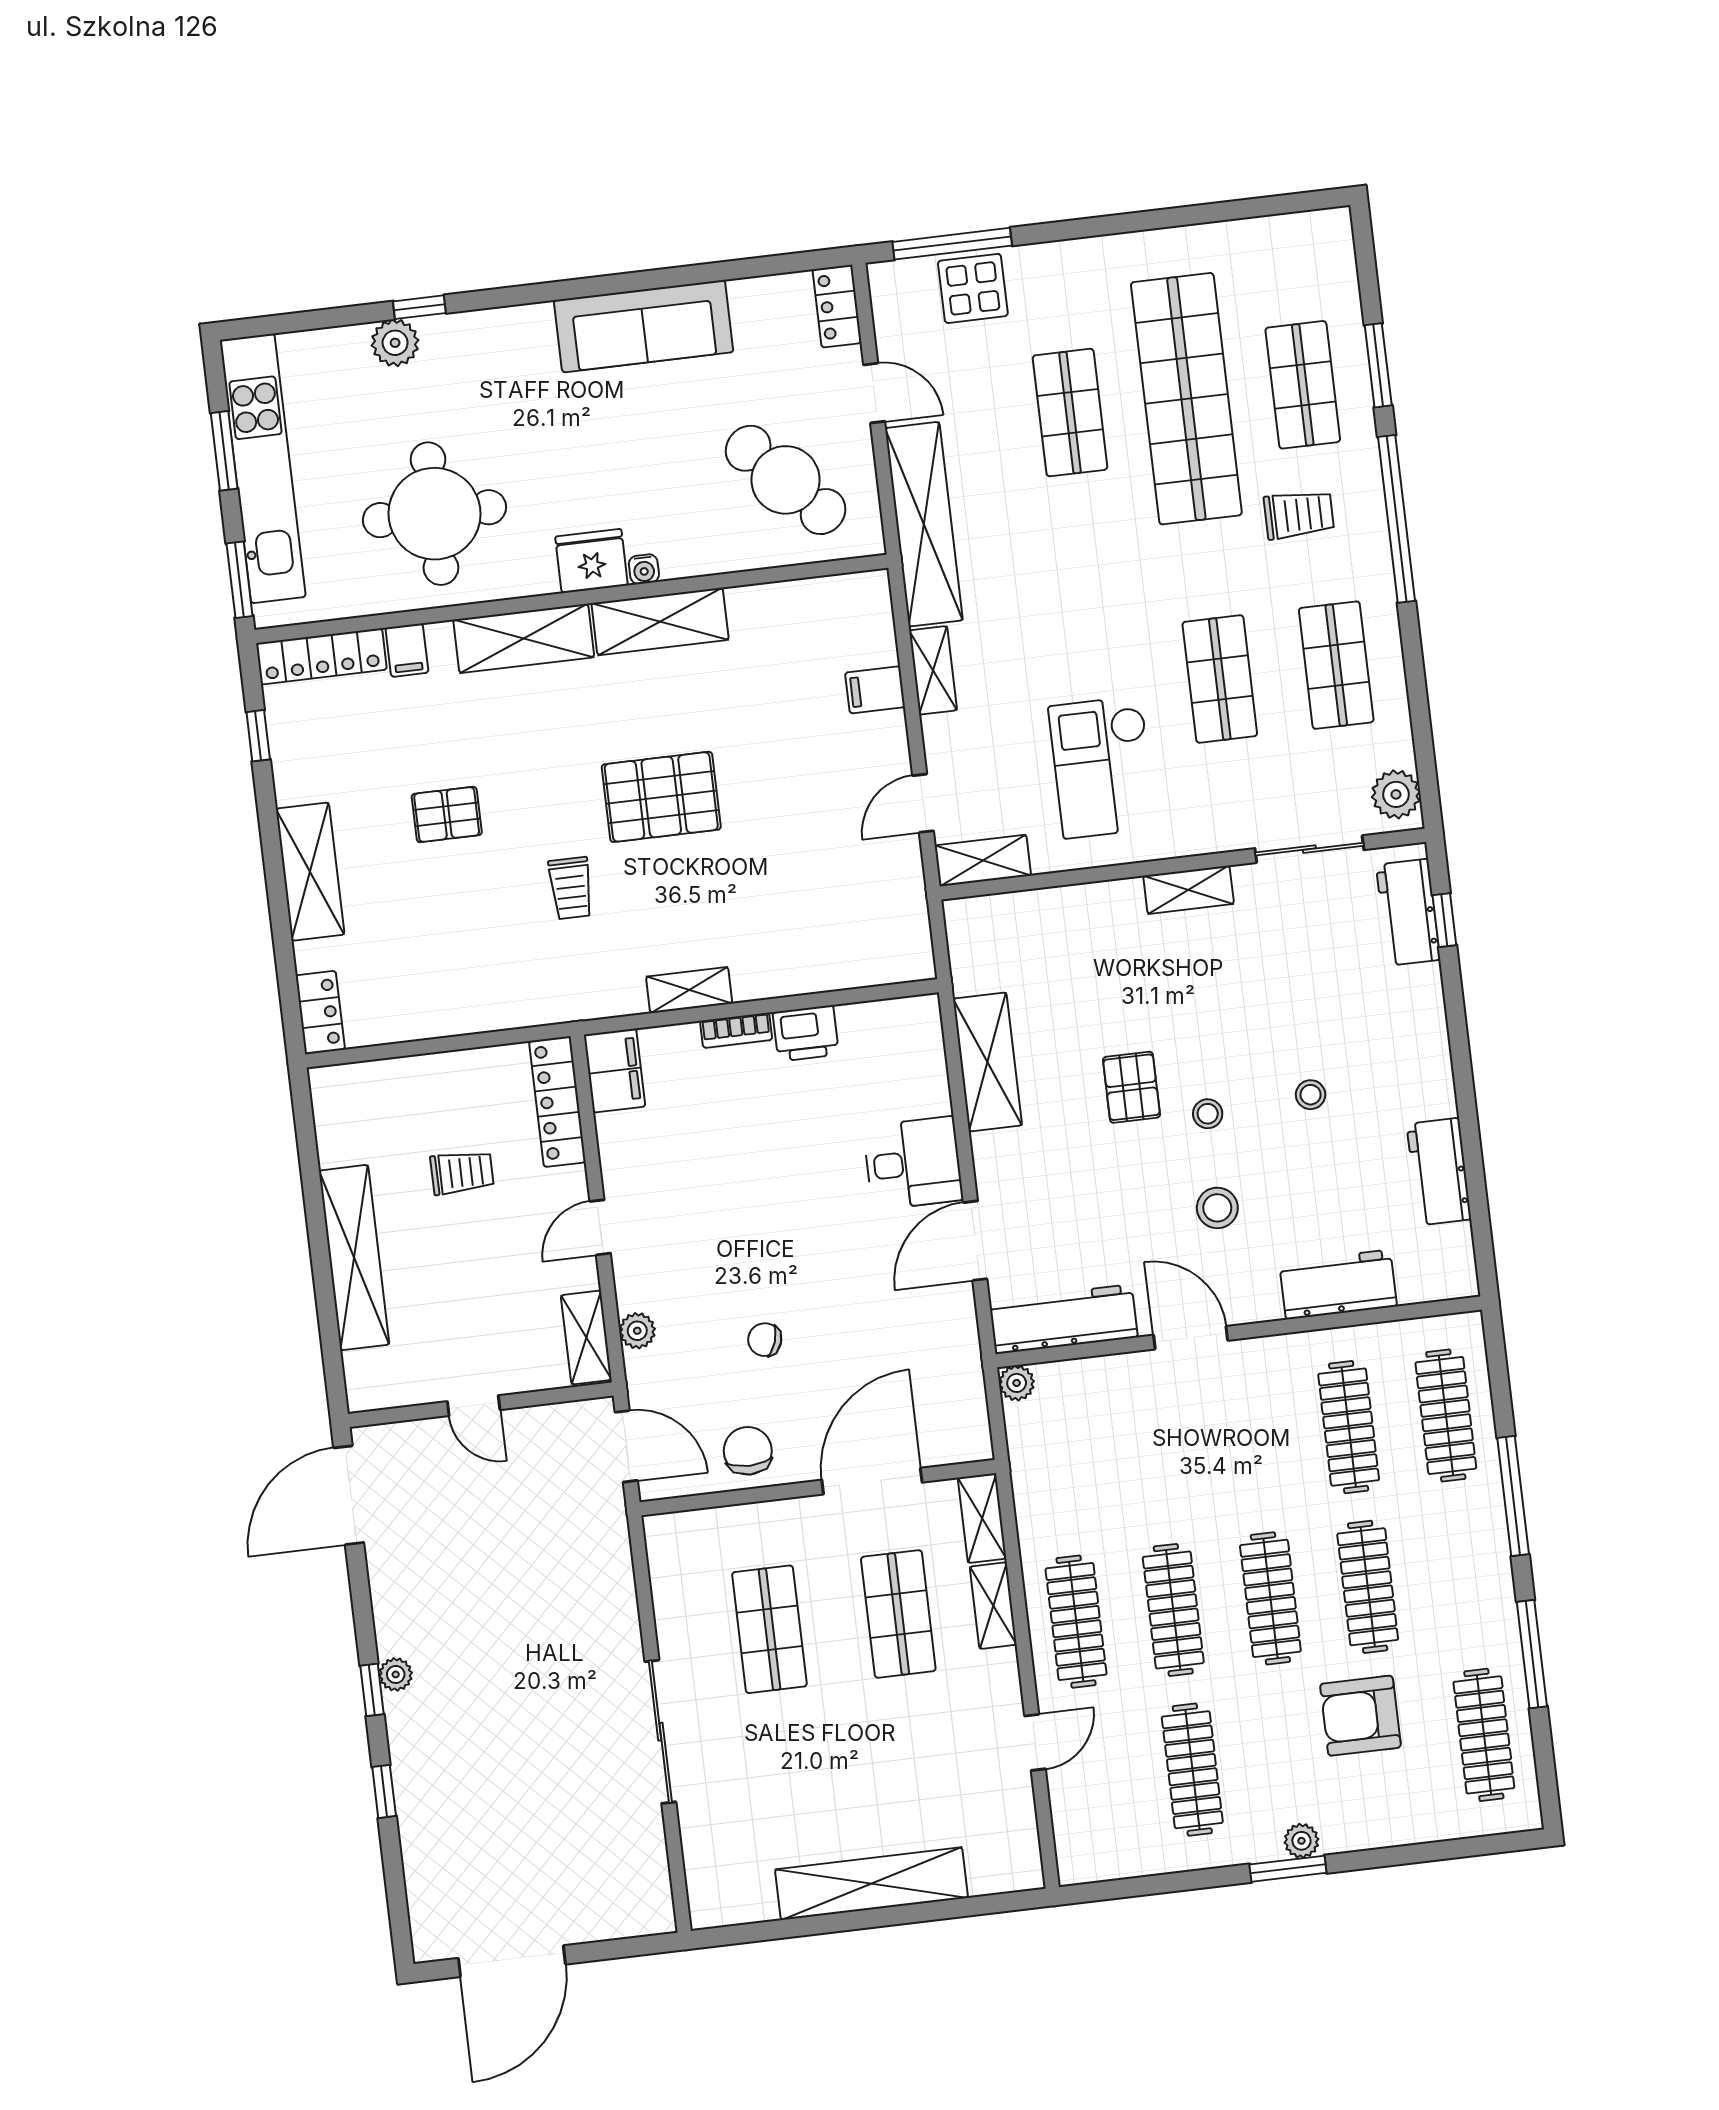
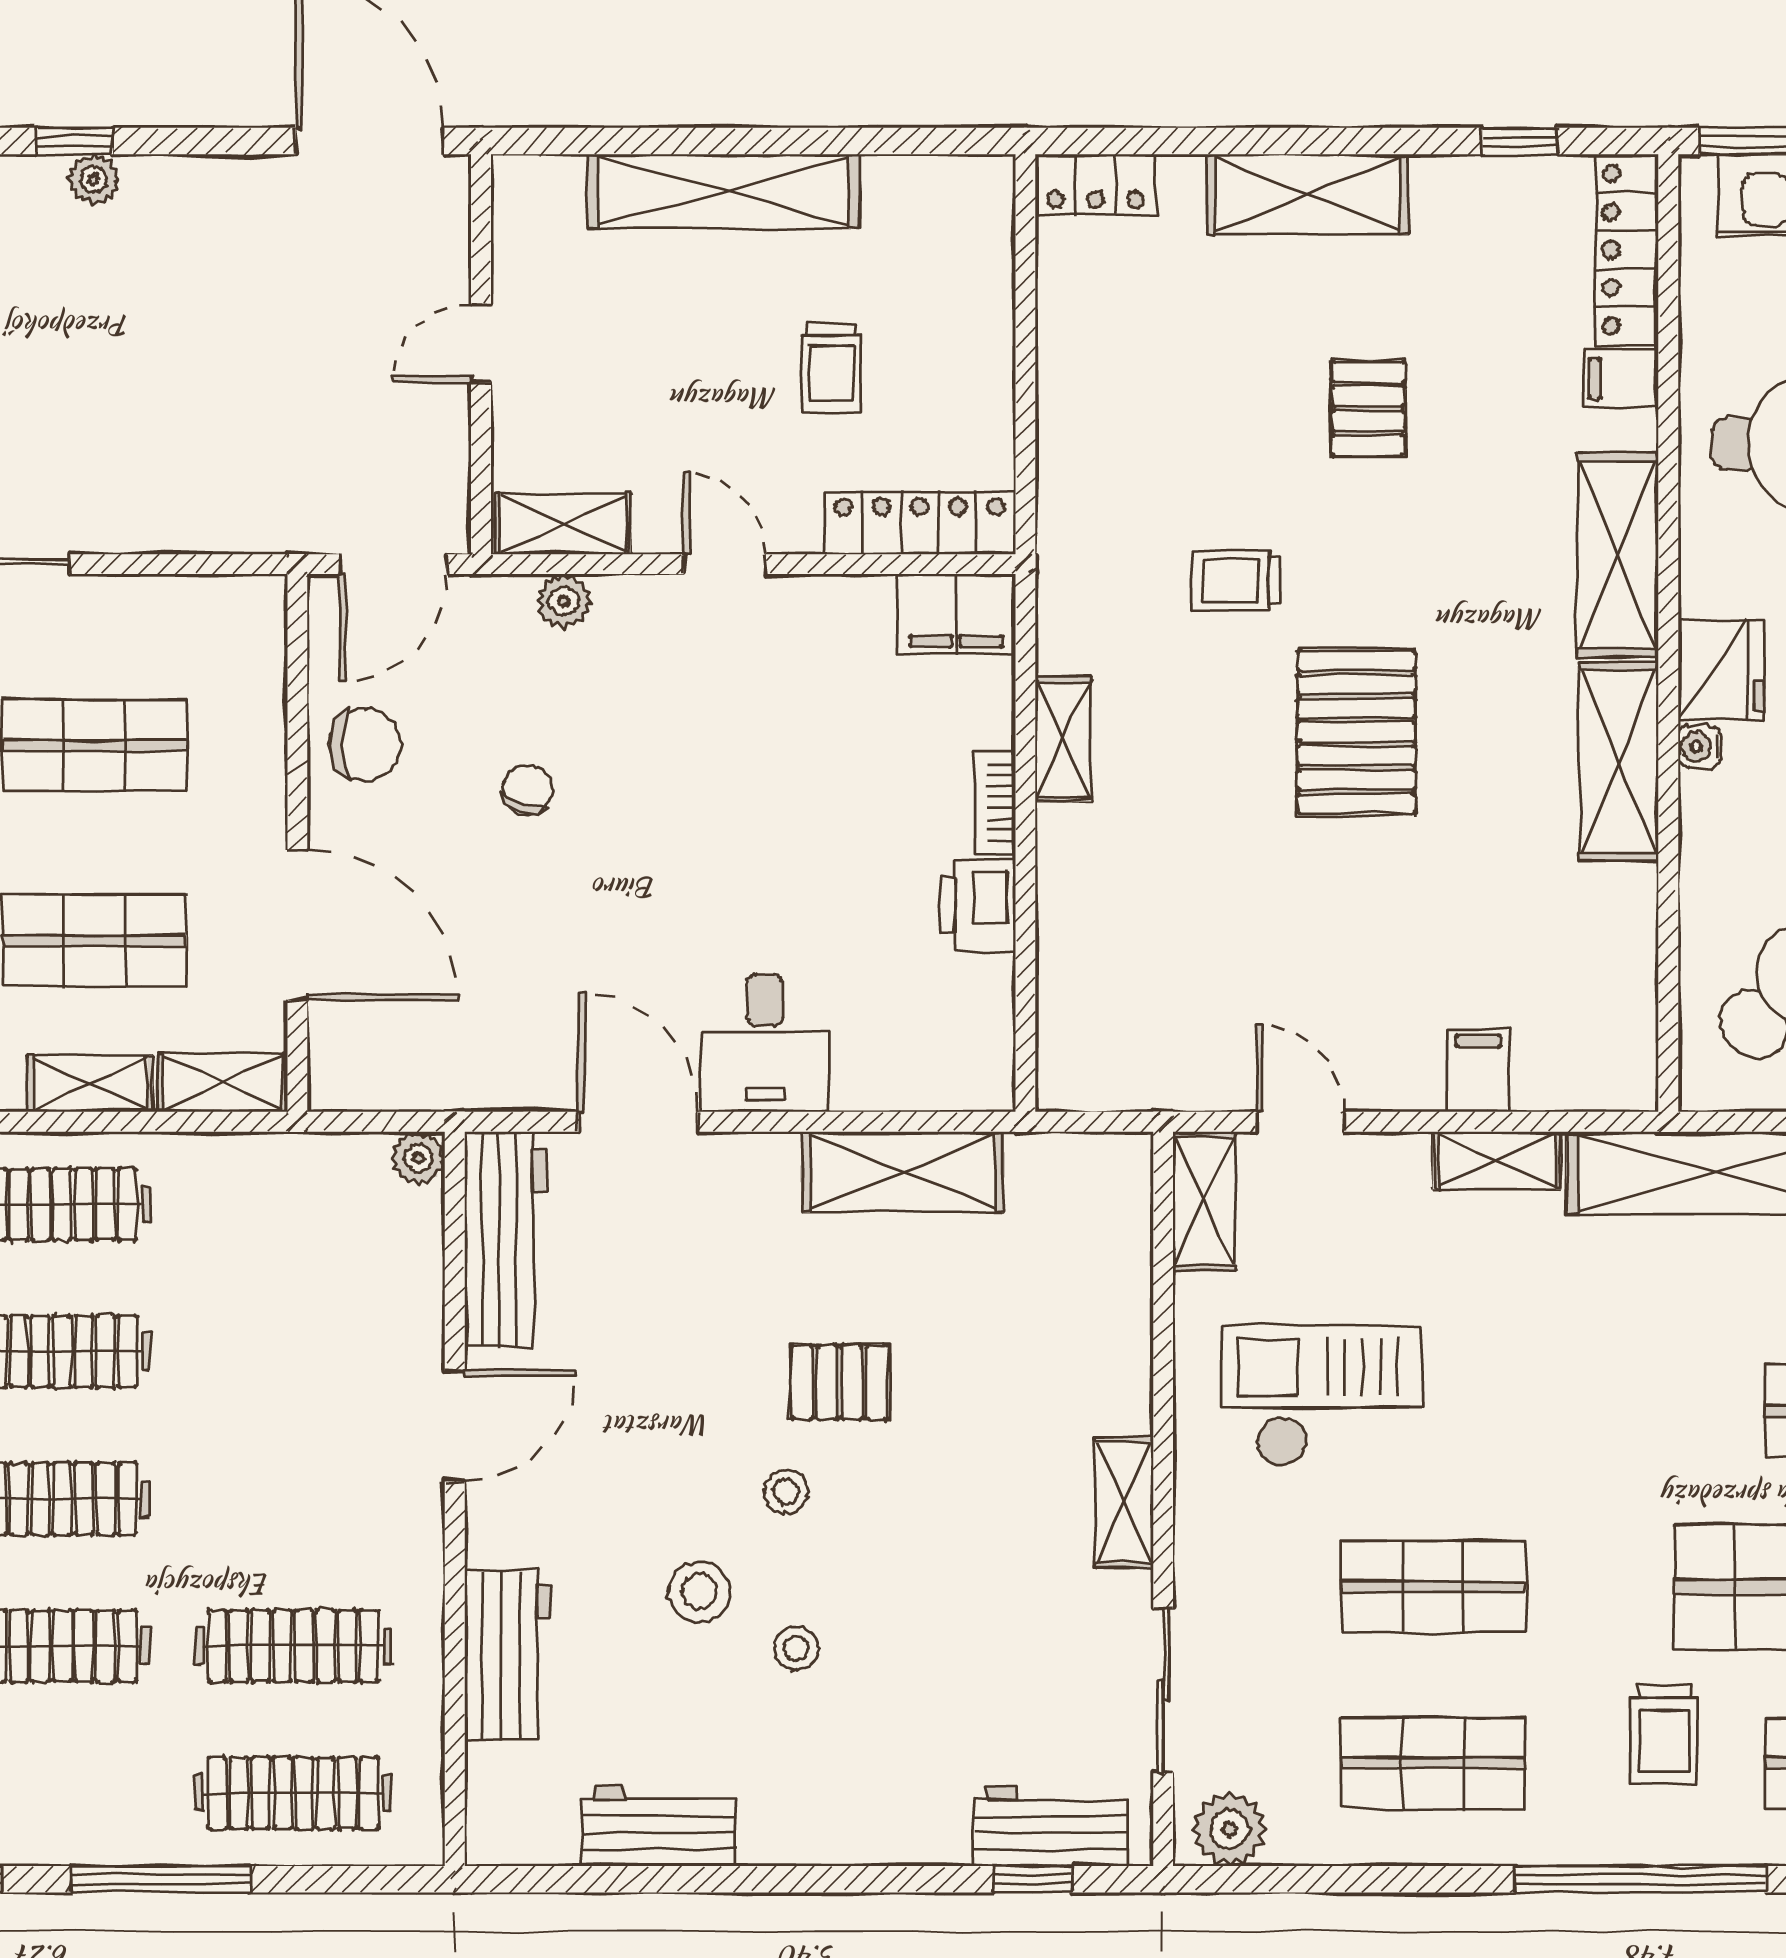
stool: (1217, 1208) -> (699, 1592), moved

